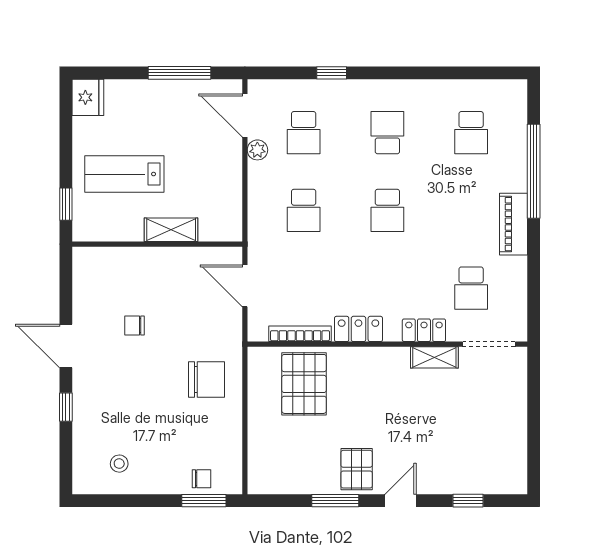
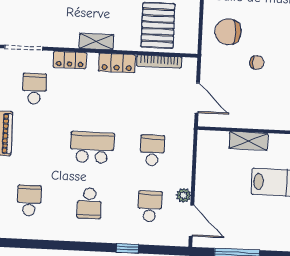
school desk: (387, 210) -> (92, 147), width x1.85
chair: (134, 326) -> (257, 62), moved
shelving: (434, 357) -> (96, 42), moved

